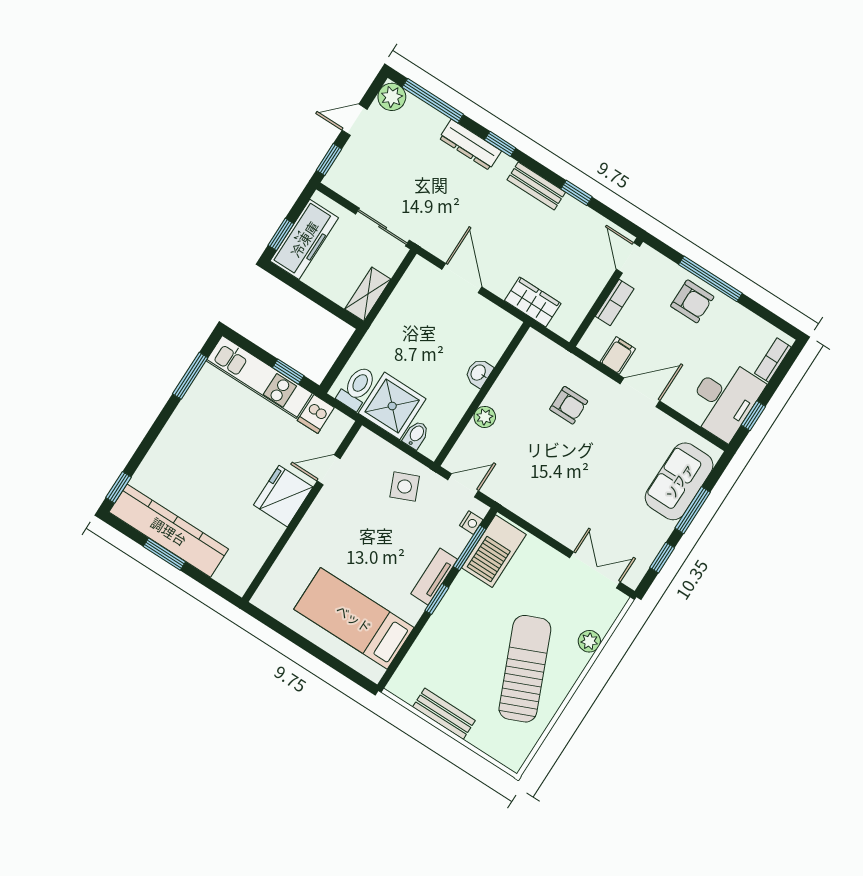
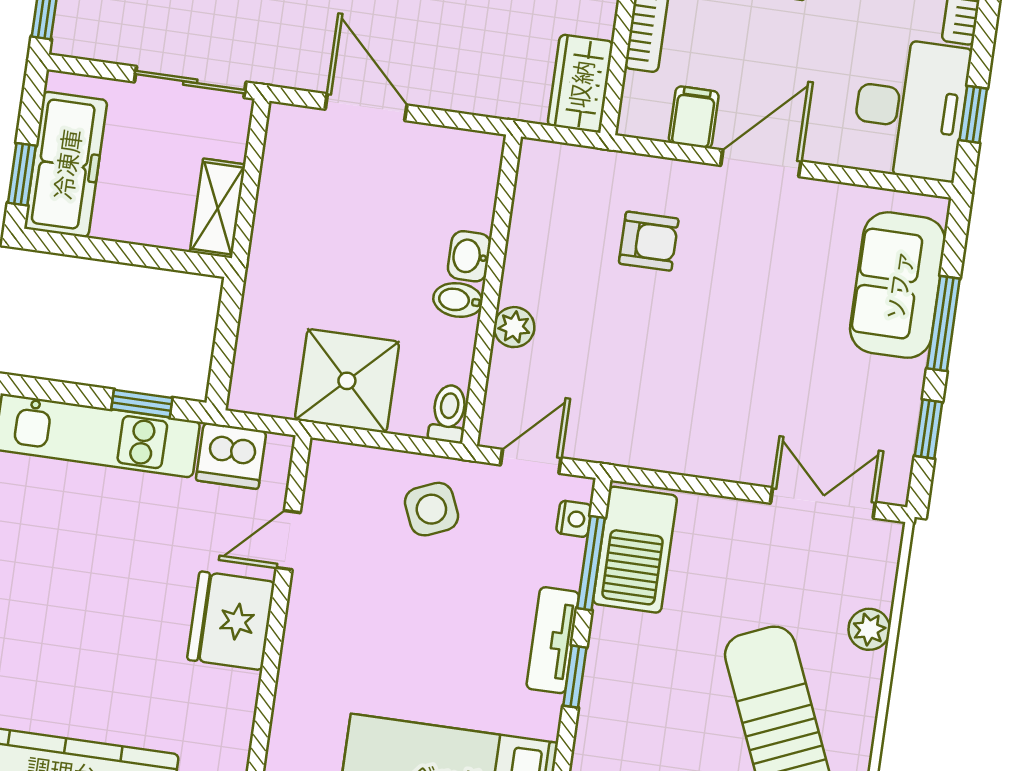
wardrobe: (533, 302) -> (580, 84), moved, turned -90
toilet: (357, 388) -> (448, 414), moved, width x0.73, depth x0.72
dishwasher: (316, 414) -> (231, 456), width x1.38
bidet: (416, 435) -> (458, 300), moved, turned -90

